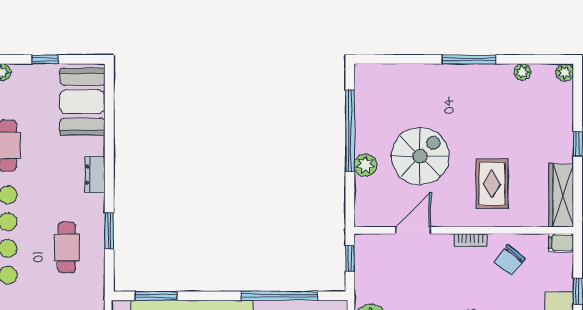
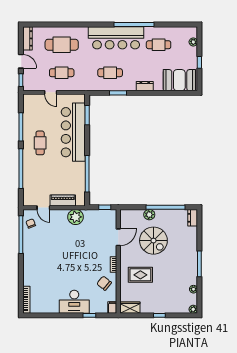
dresser: (372, 74) -> (193, 218), added
wardrobe: (561, 195) -> (130, 308), width x0.67
door: (413, 230) -> (118, 237), hinge flipped

